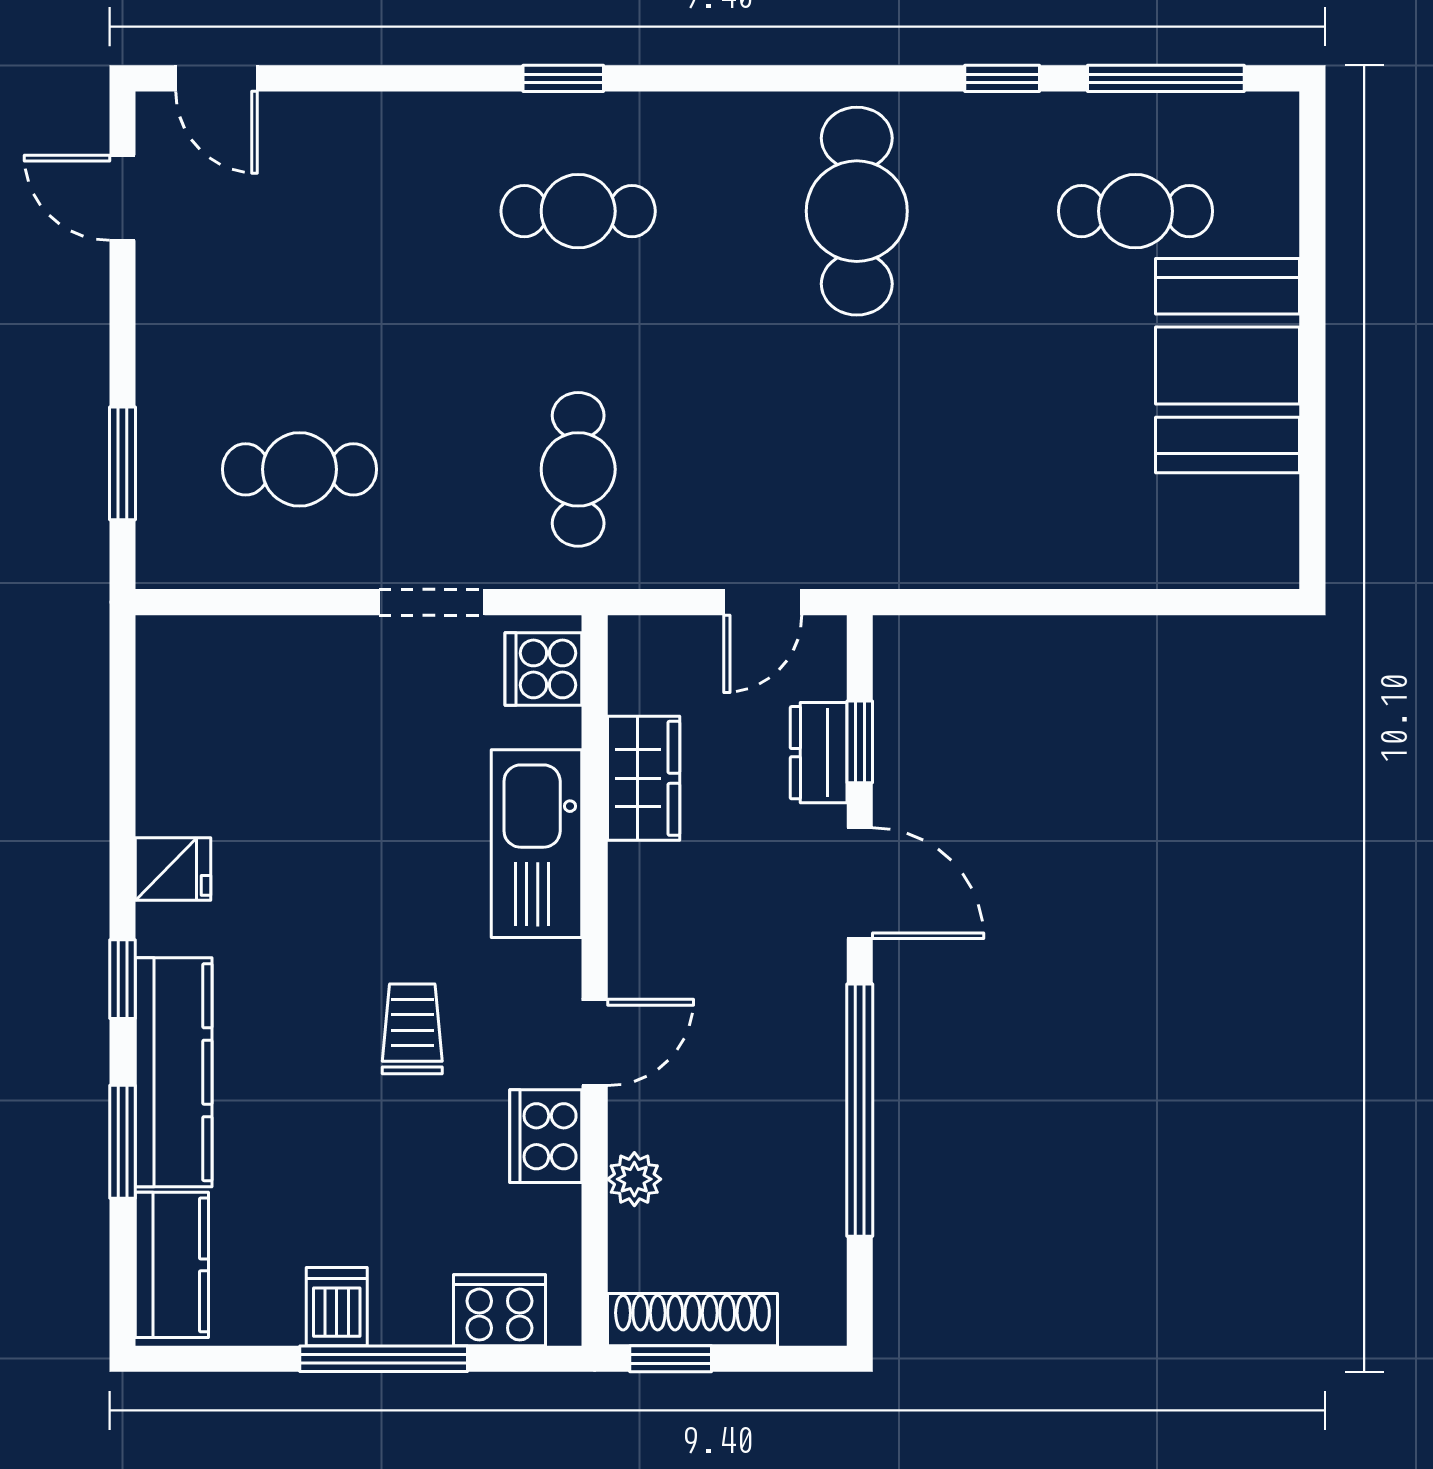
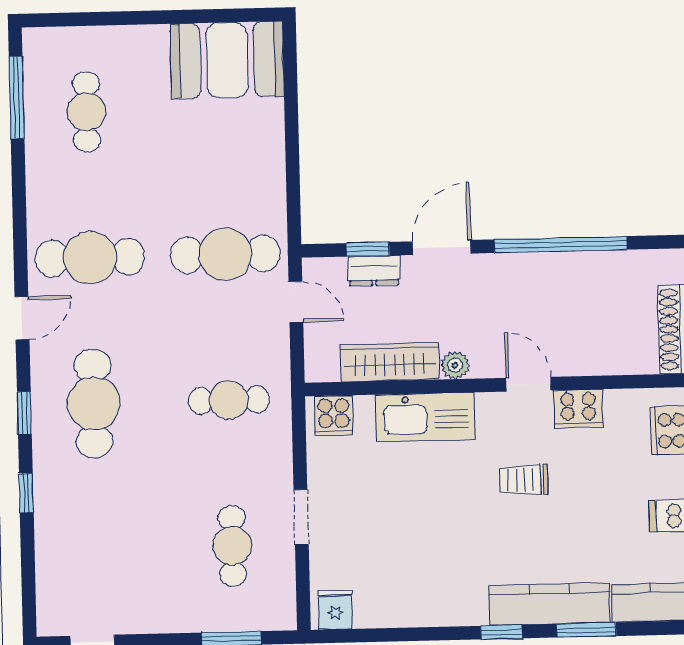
door: (216, 78) -> (22, 318), moved
window: (1002, 78) -> (26, 493), moved
cafe table: (578, 211) -> (94, 403), width x1.37, depth x1.35
booth: (1228, 366) -> (227, 60), moved
cafe table: (857, 469) -> (225, 254), added
doorway: (432, 602) -> (301, 517), moved
wardrobe: (644, 778) -> (390, 362), width x1.50
fridge: (173, 869) -> (335, 610), moved
plant: (634, 1179) -> (455, 365), moved

